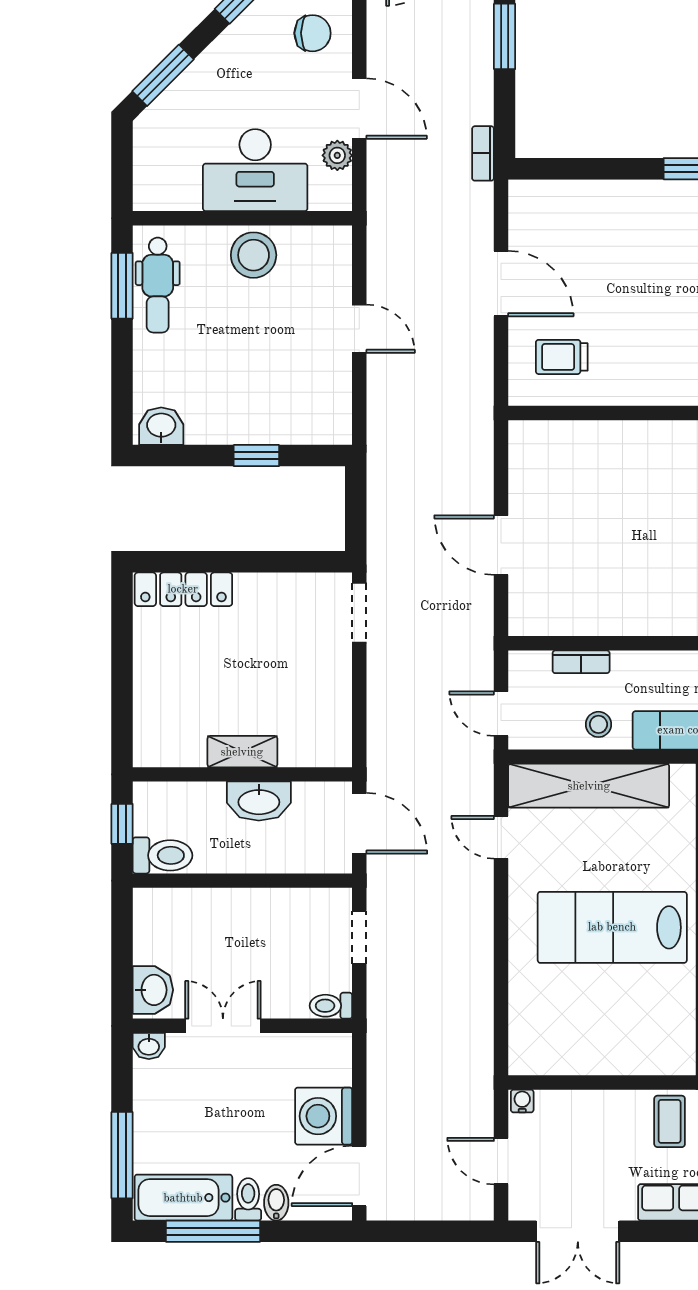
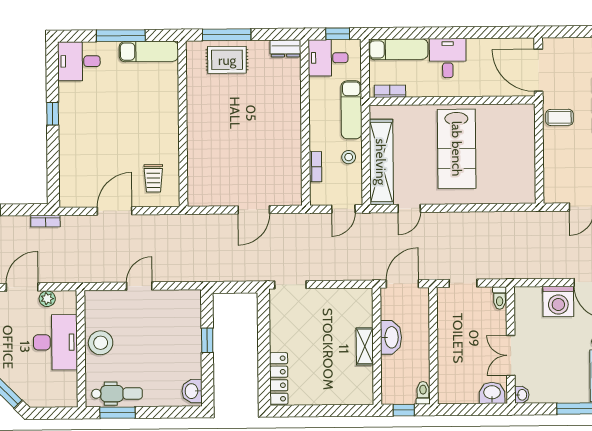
toilet: (162, 855) -> (423, 393), width x0.73, depth x0.72
water cooler: (522, 1101) -> (549, 196), removed

